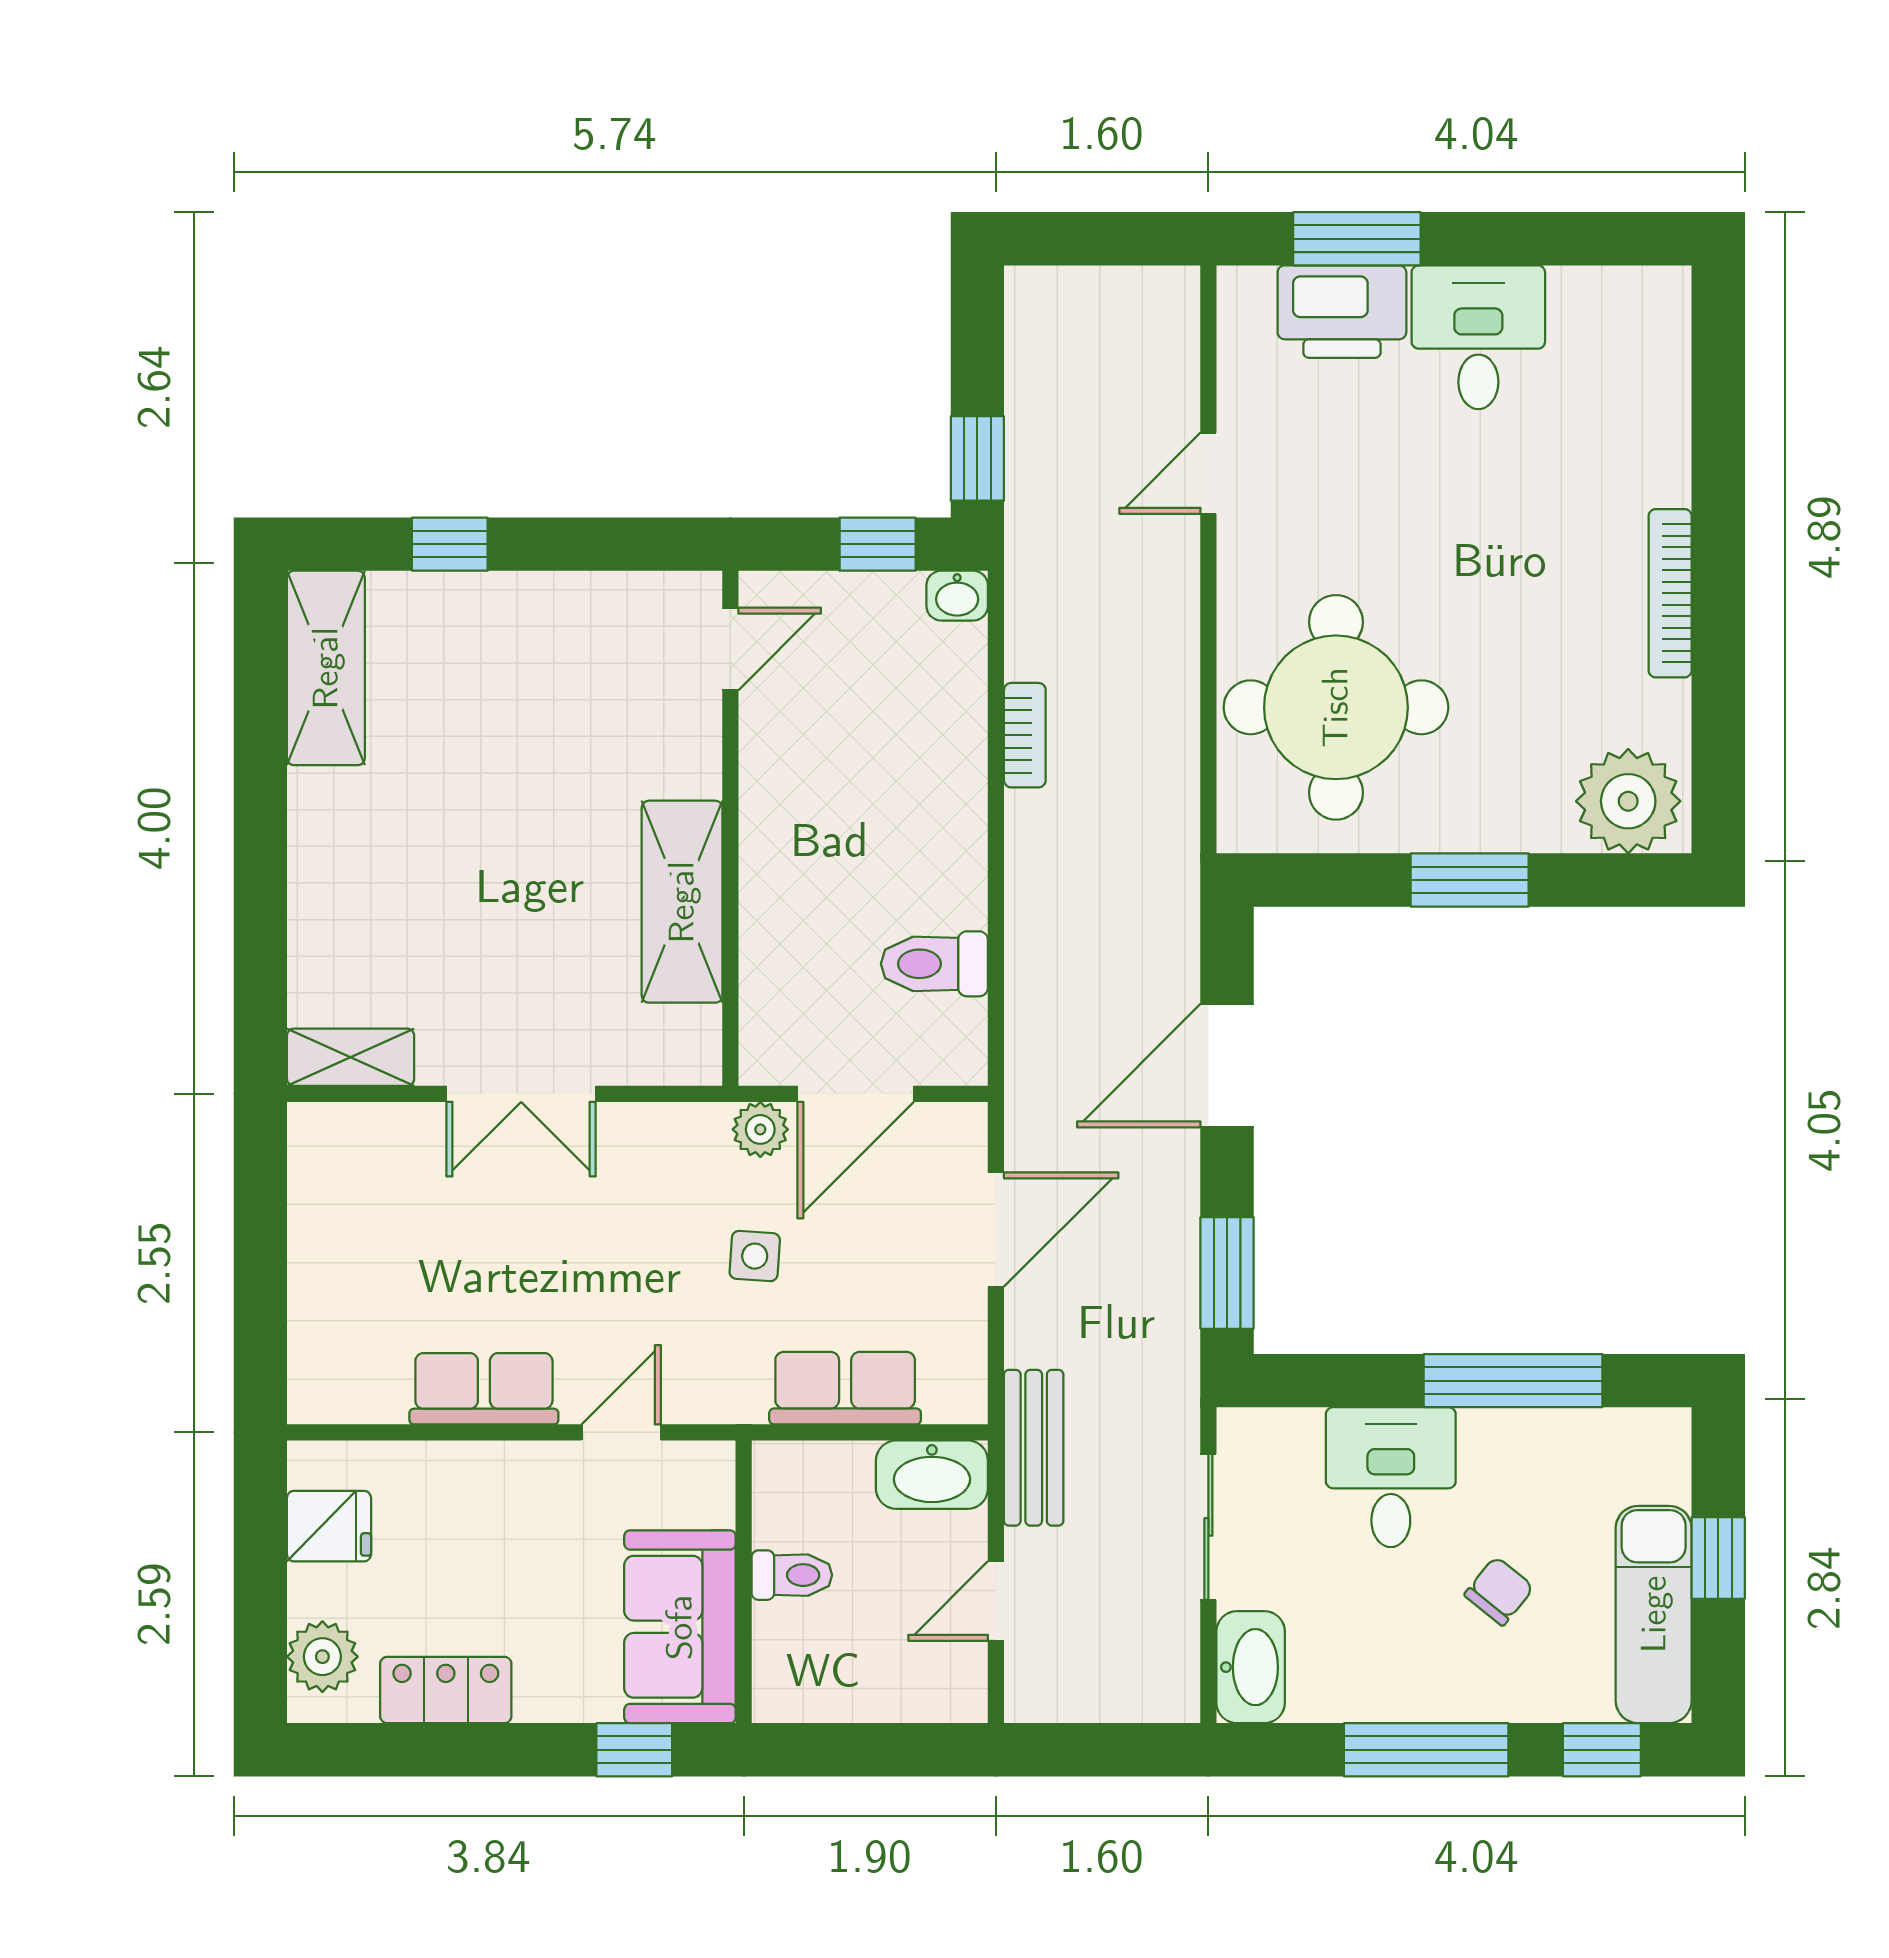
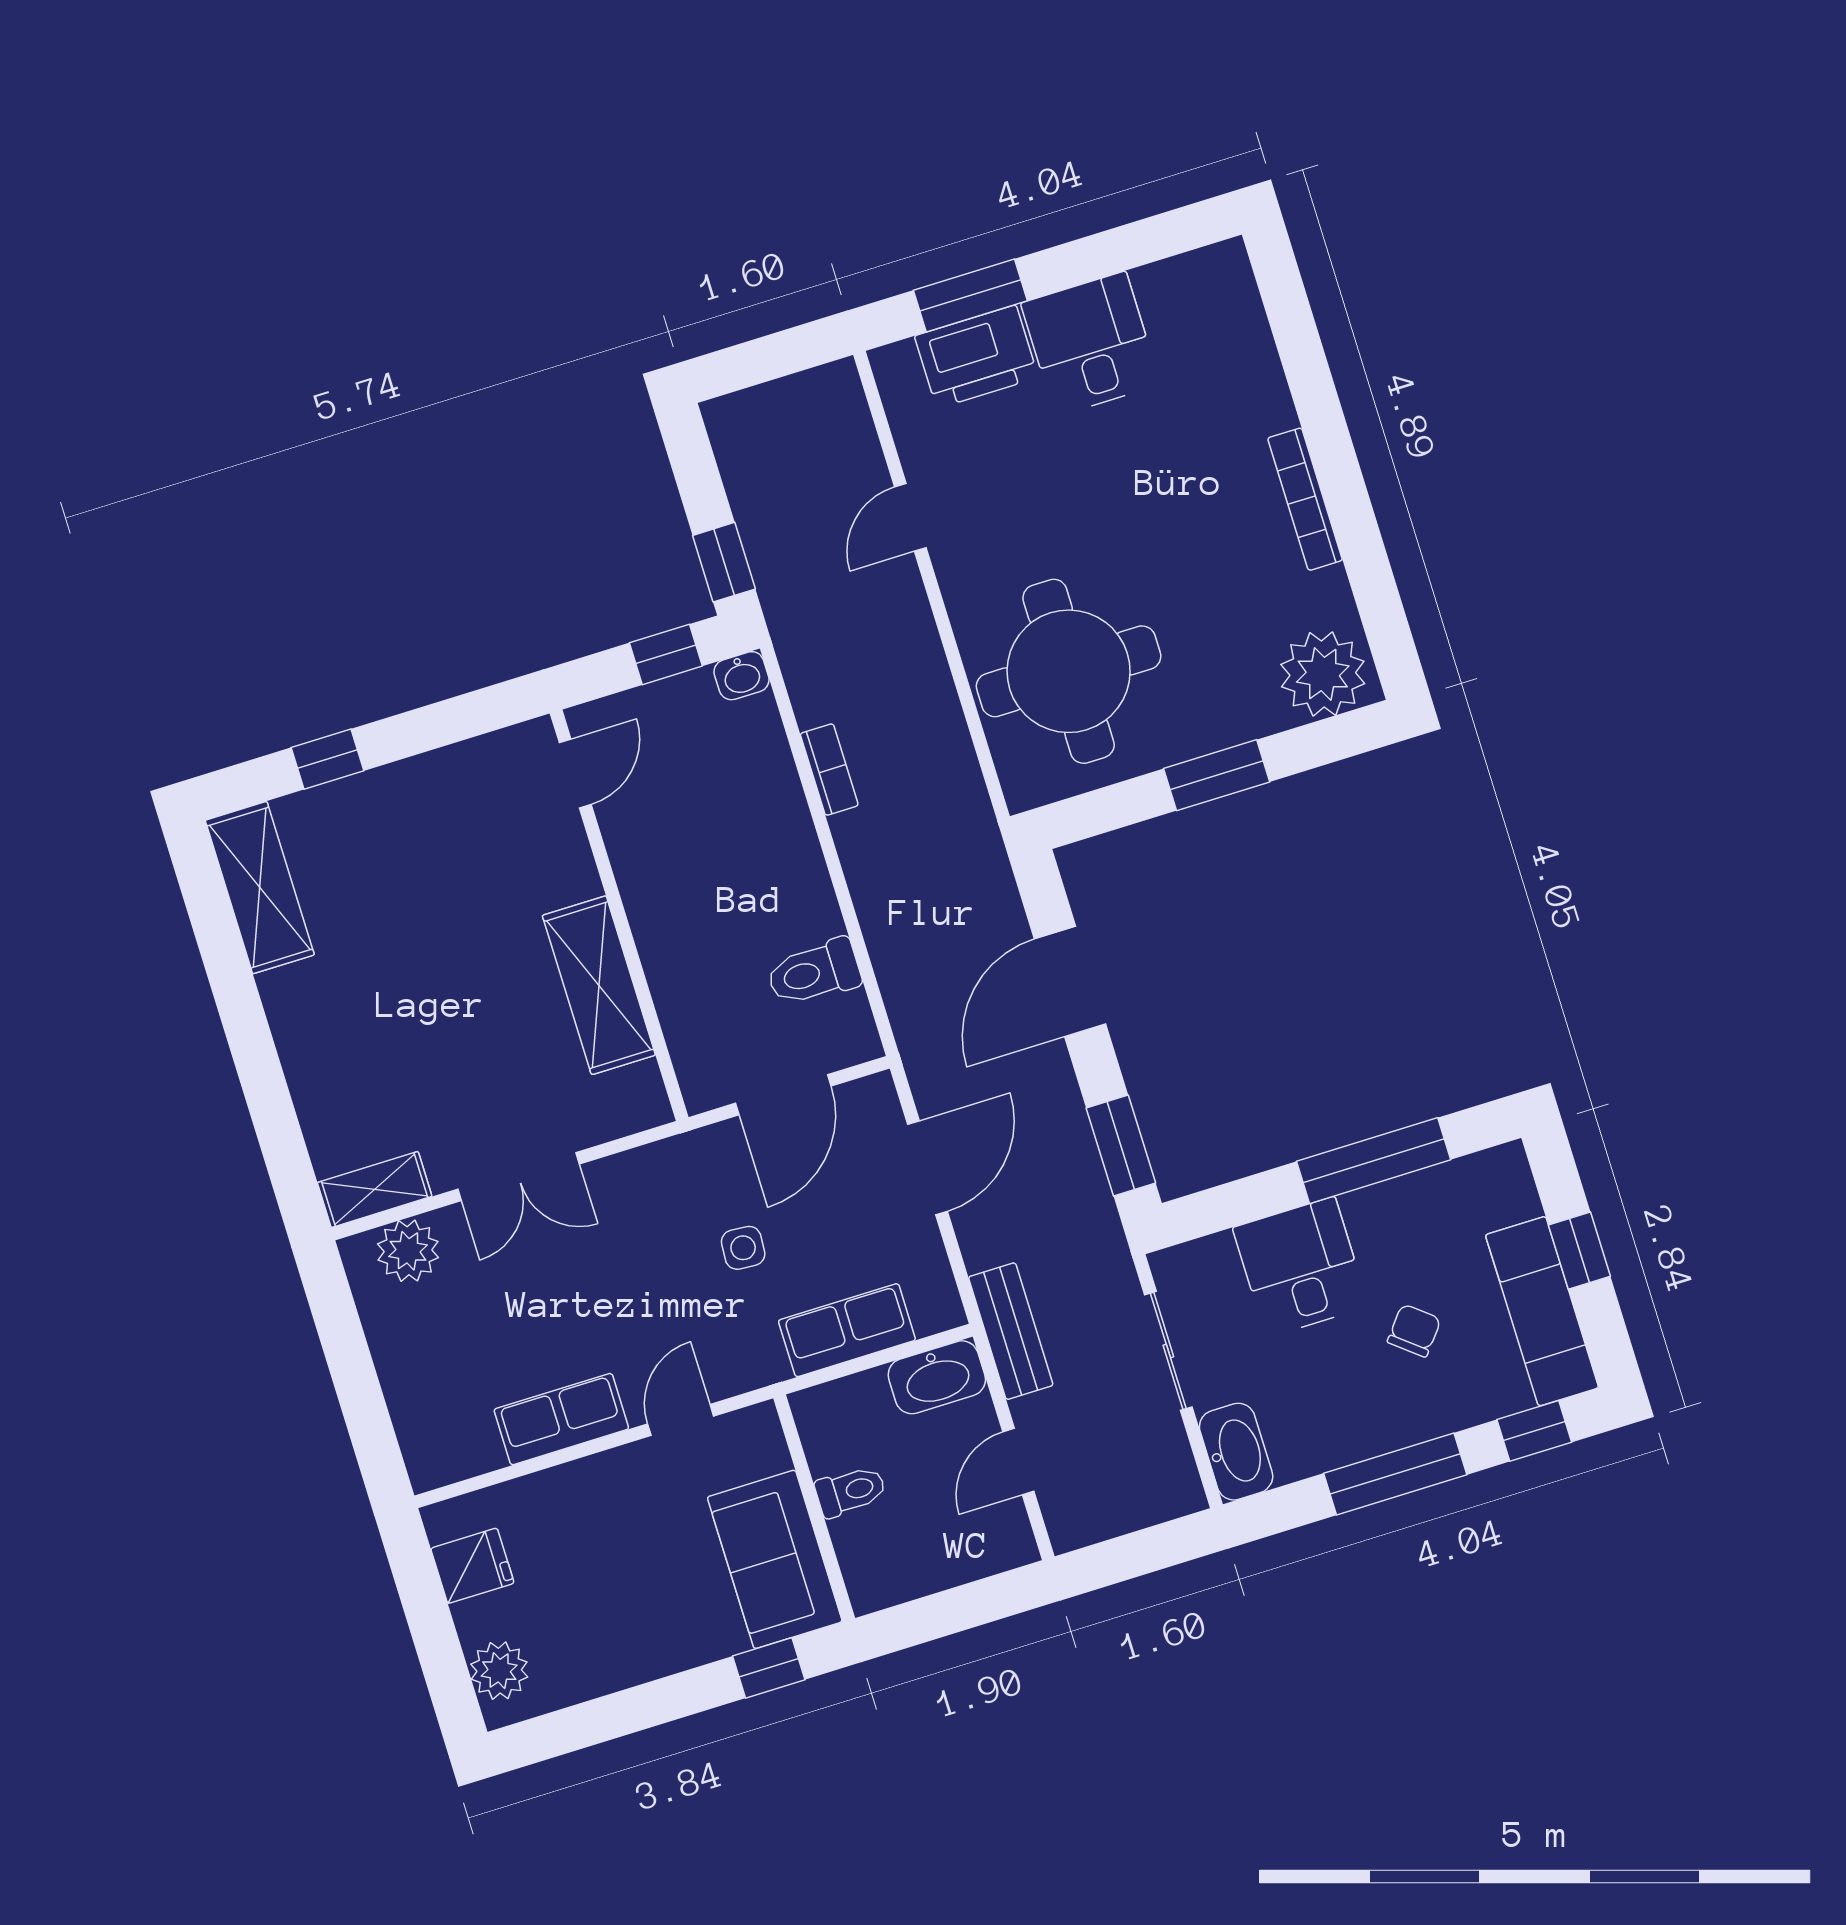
plant: (760, 1129) -> (408, 1251), moved, width x1.38, depth x1.38
locker: (446, 1690) -> (605, 1667), removed

